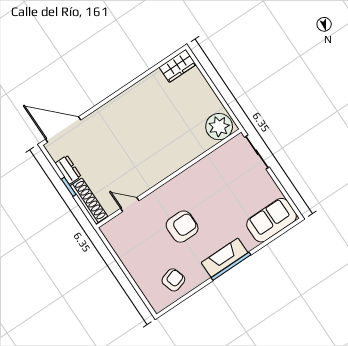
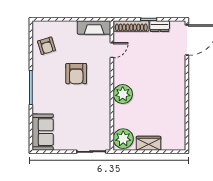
wardrobe: (178, 66) -> (148, 143), moved, turned 90
plant: (170, 160) -> (123, 94), added
fireplace: (225, 258) -> (94, 27), moved, turned 90

